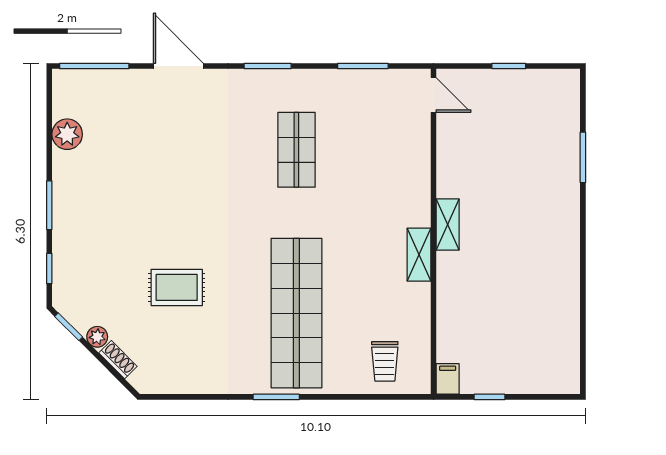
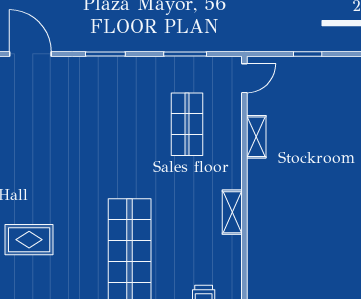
door: (433, 95) -> (244, 78), hinge flipped
shop shelf: (296, 150) -> (187, 124), moved
shelving: (448, 225) -> (256, 137), moved

